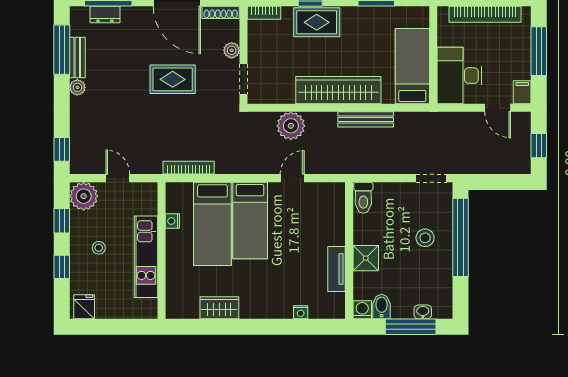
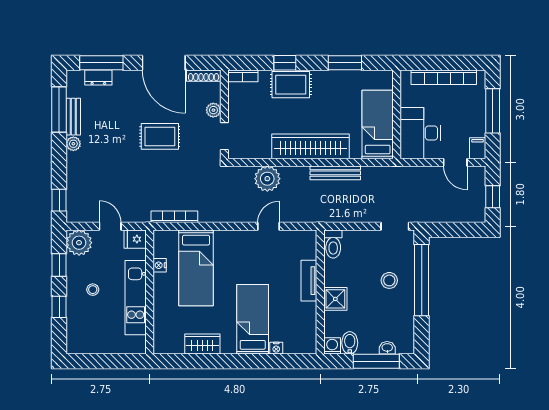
bed: (250, 220) -> (253, 319), moved, turned 180
tv unit: (337, 269) -> (309, 281), moved
fridge: (84, 307) -> (135, 239), moved, turned -90

